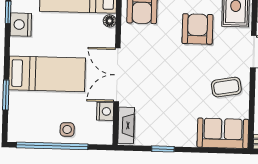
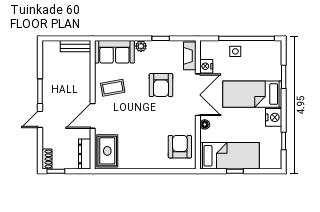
floor lamp: (110, 21) -> (205, 124), moved
nightstand: (21, 25) -> (274, 117), moved
armchair: (197, 29) -> (161, 85), moved
plant: (189, 140) -> (141, 46), added

